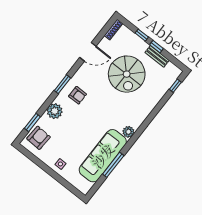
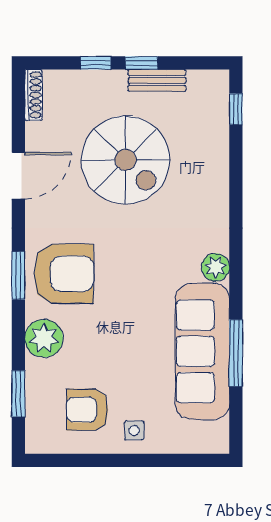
armchair: (78, 95) -> (64, 274), width x1.88, depth x1.88
armchair: (39, 138) -> (87, 410), moved, turned -93

